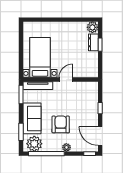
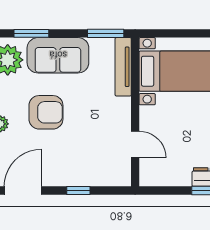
door: (66, 80) -> (135, 145), moved

